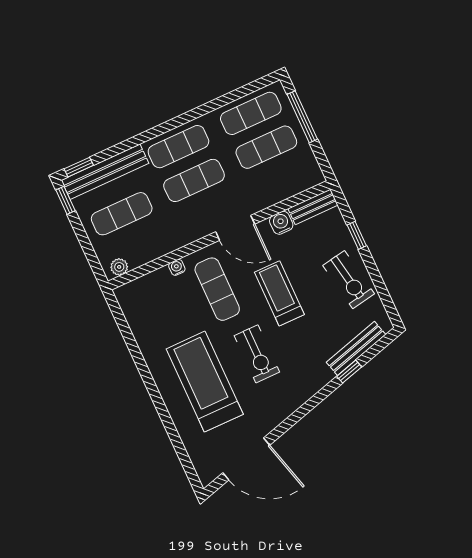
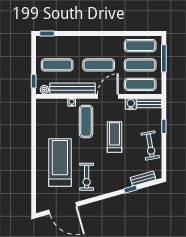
exercise mat: (178, 147) -> (140, 84), moved
bench: (105, 172) -> (72, 88), moved
window: (66, 200) -> (34, 81), moved
door: (235, 228) -> (108, 96), swing flipped
bench: (356, 348) -> (143, 179), width x0.73
exercise bike: (257, 354) -> (87, 177), moved

